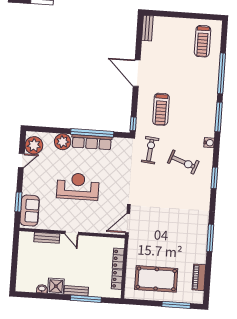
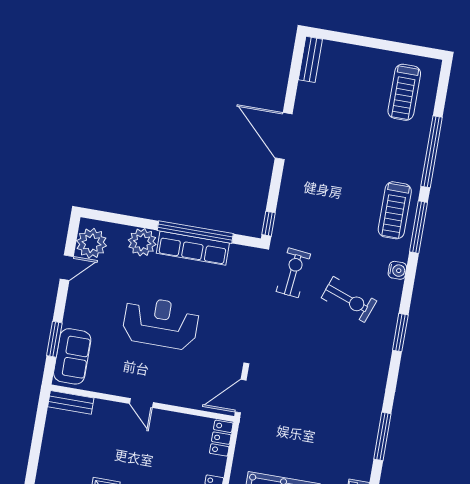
treadmill: (161, 109) -> (395, 210), moved
bench: (47, 238) -> (71, 402), moved
locker: (118, 258) -> (221, 438), moved

